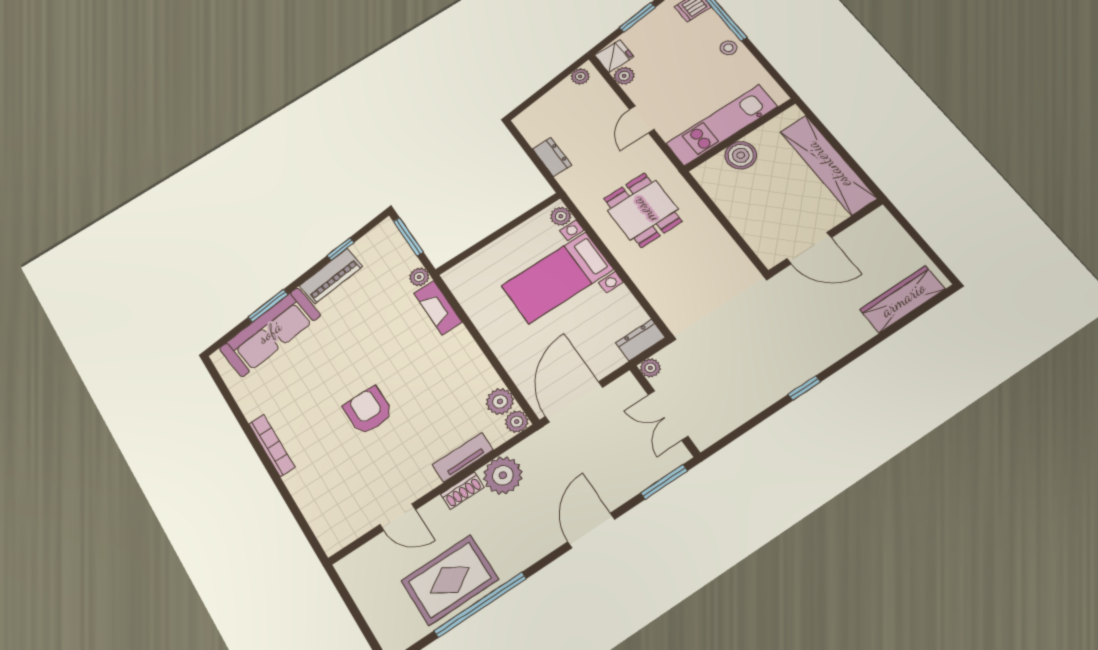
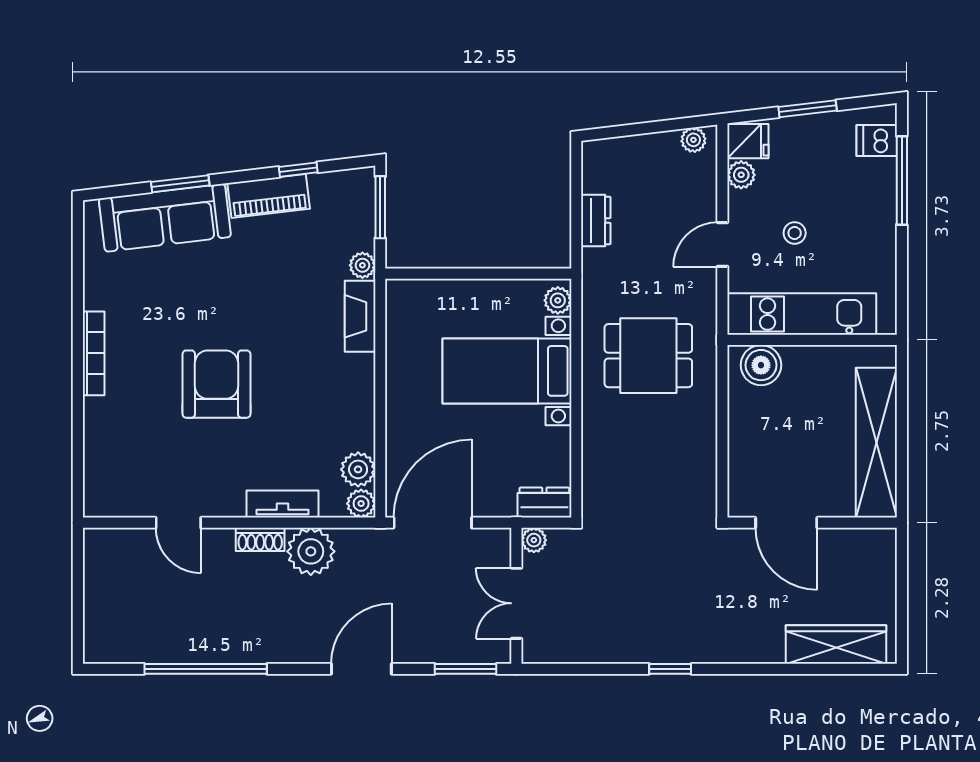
stool: (729, 48) -> (795, 233), moved
boiler: (741, 155) -> (761, 365), moved
dining table: (643, 210) -> (648, 356), turned 90
armchair: (368, 411) -> (216, 384), width x1.36, depth x1.36
rug: (450, 580) -> (191, 624), removed

